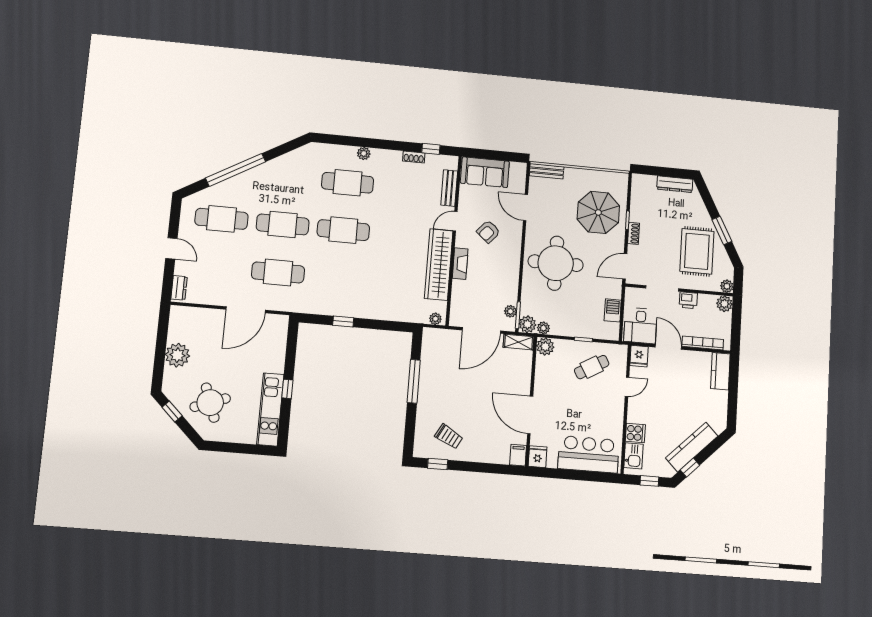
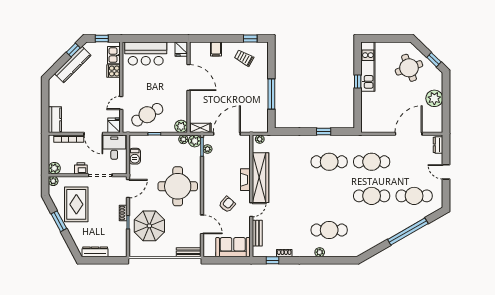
cafe table: (343, 230) -> (329, 162), moved
door: (246, 310) -> (409, 134), moved
cafe table: (592, 367) -> (147, 115), width x1.37, depth x1.35
filing cabinet: (518, 455) -> (216, 49), moved

